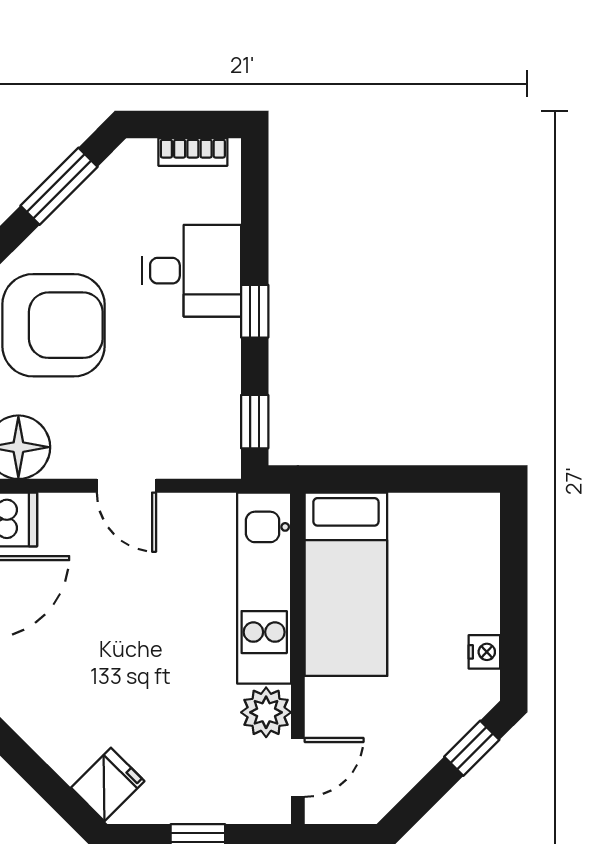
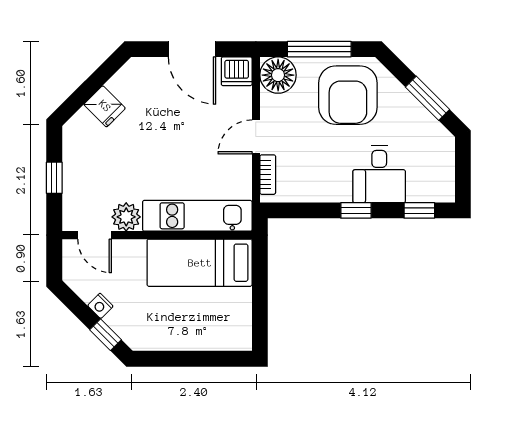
bookcase: (193, 152) -> (268, 175), moved, turned 180
window: (255, 422) -> (419, 210), moved
nightstand: (484, 652) -> (100, 306), moved, turned 45
fridge: (108, 784) -> (105, 106), moved

